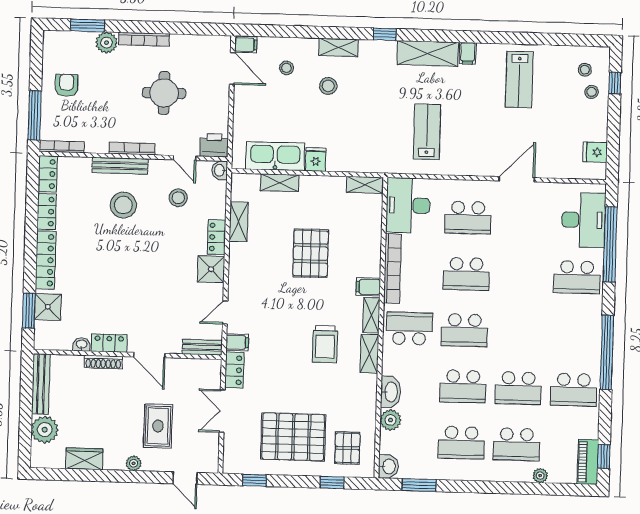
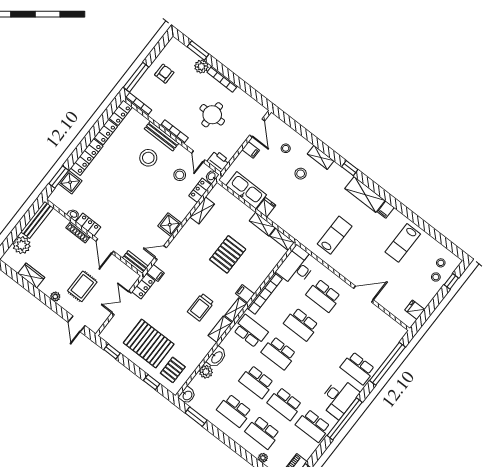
filing cabinet: (246, 45) -> (251, 150), moved
shelving: (280, 183) -> (262, 224), moved
desk: (584, 220) -> (339, 398), moved
locker: (217, 237) -> (200, 190), moved

